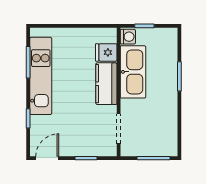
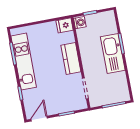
fridge: (106, 52) -> (65, 25), moved
kitchen sink: (133, 72) -> (113, 54), moved, turned 180

